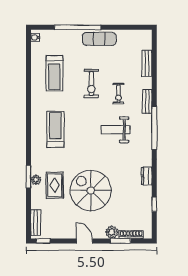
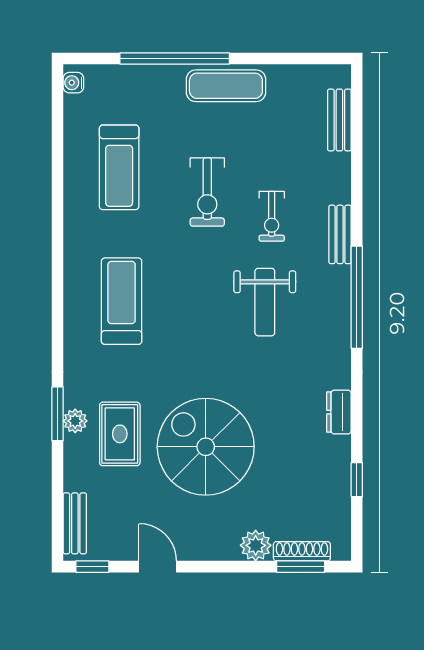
bench: (147, 63) -> (339, 120), moved
weight bench: (116, 130) -> (265, 302), turned -90
door: (84, 241) -> (158, 567), moved
window: (120, 241) -> (301, 567), moved

